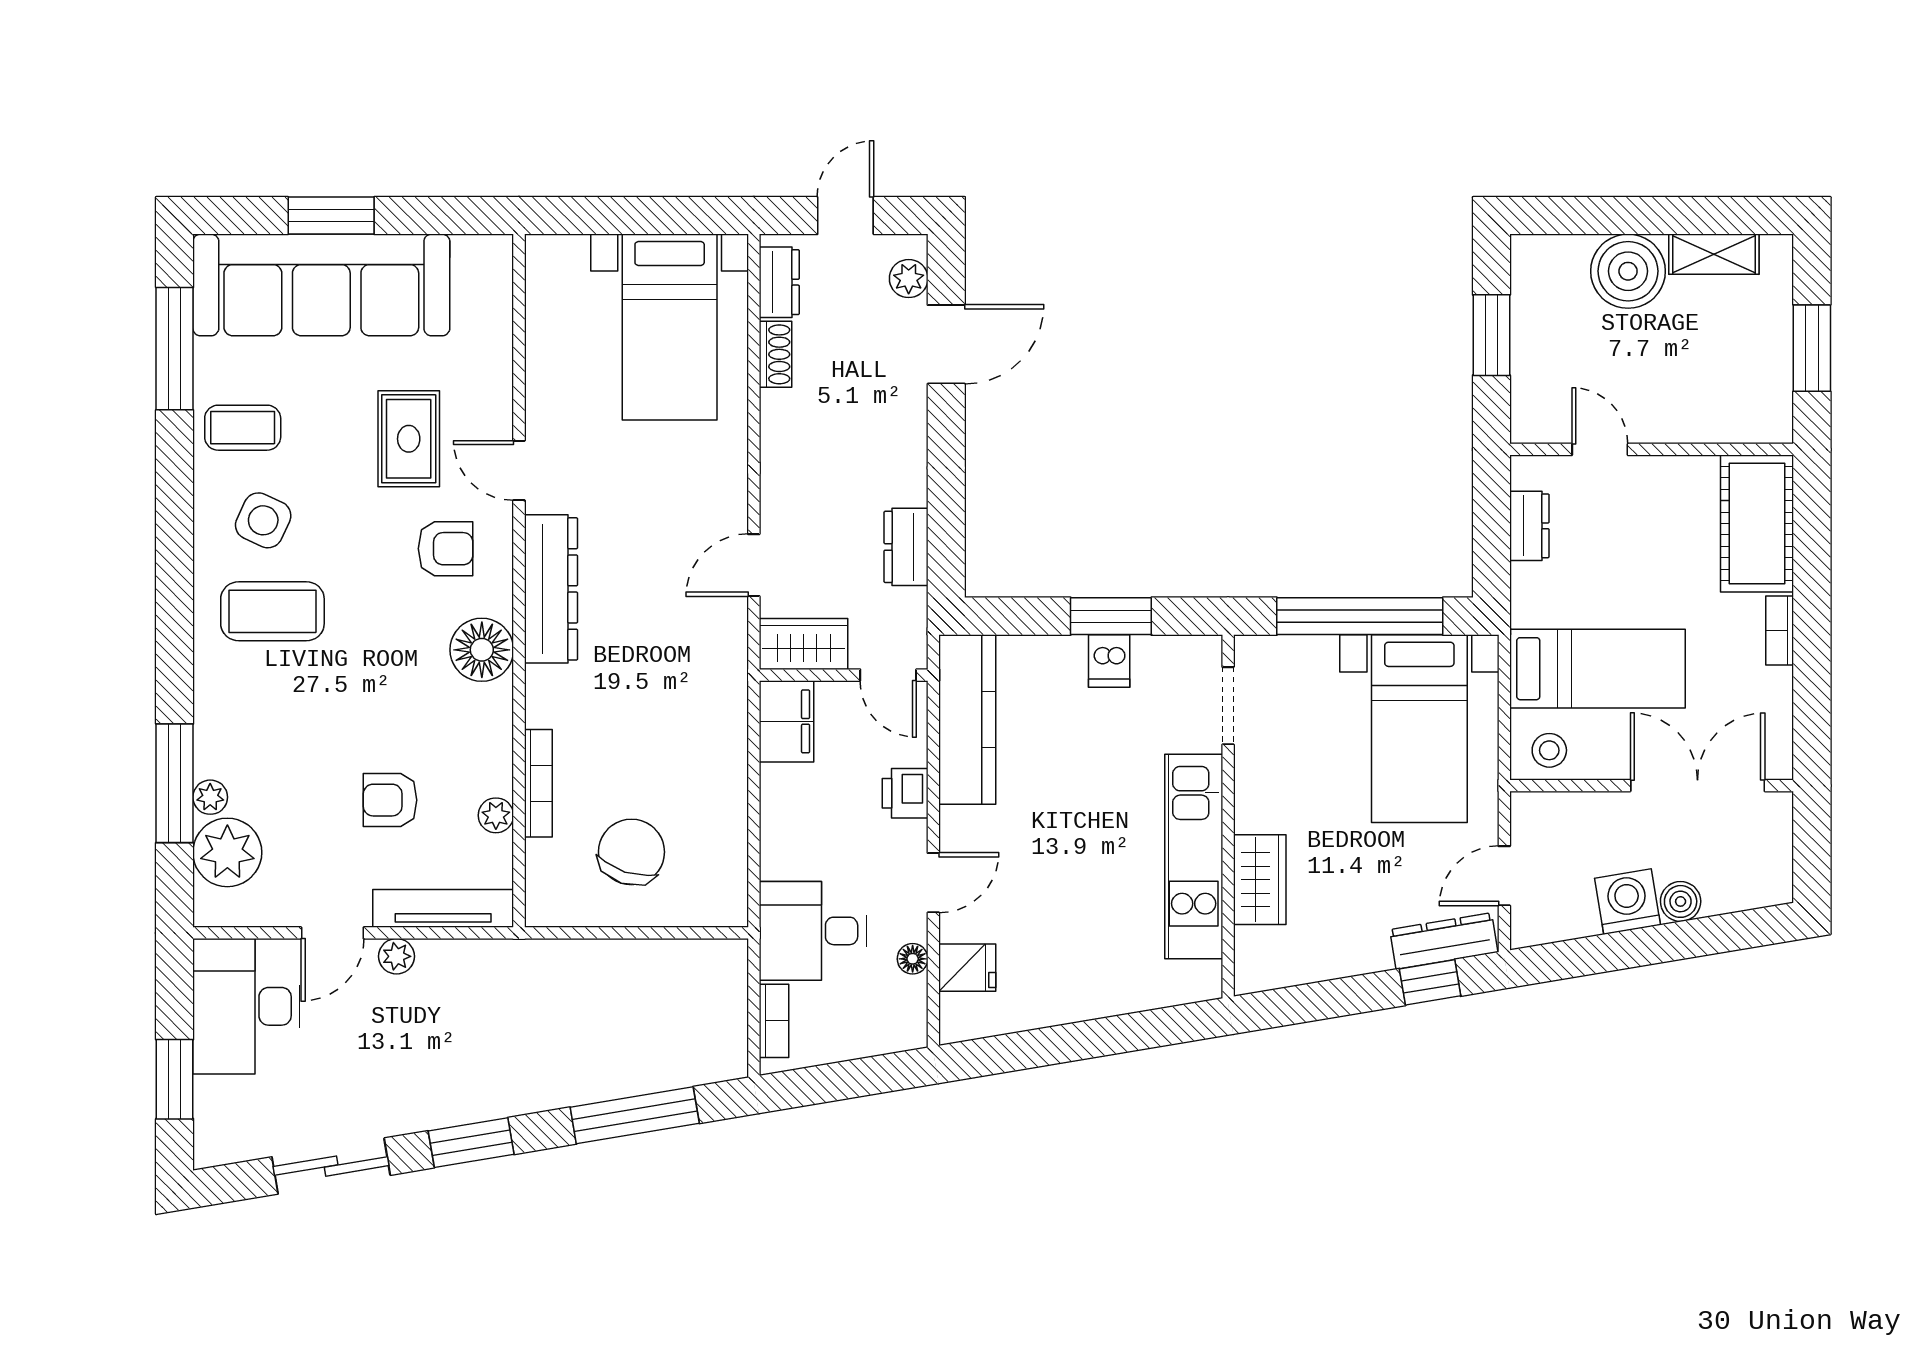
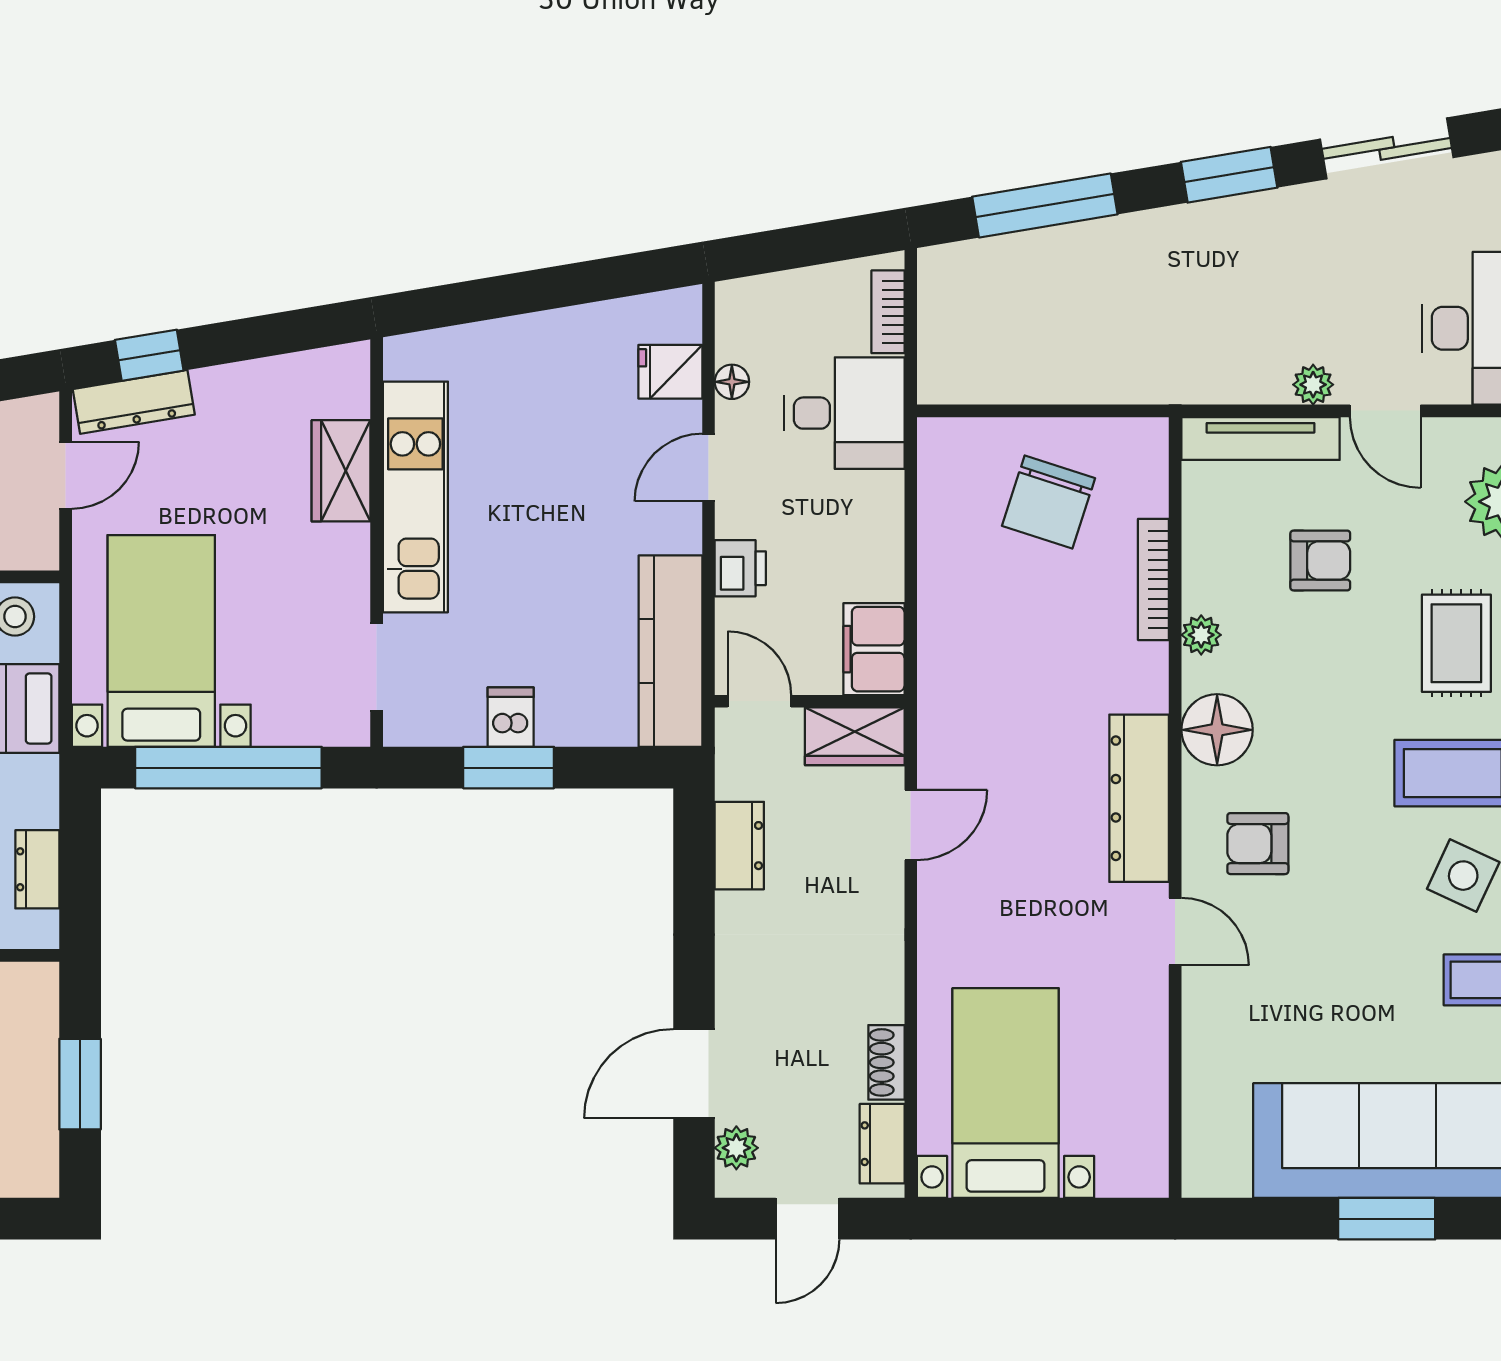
rug: (409, 439) -> (1456, 643), moved
plant: (496, 815) -> (1201, 635), moved
door: (332, 933) -> (1385, 411), swing flipped

